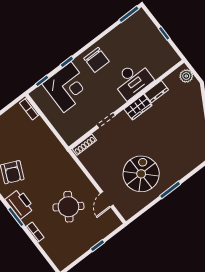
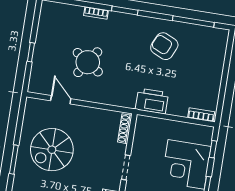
spiral stairs: (141, 174) -> (52, 150), turned 90
printer: (20, 204) -> (152, 101), moved, turned 180

